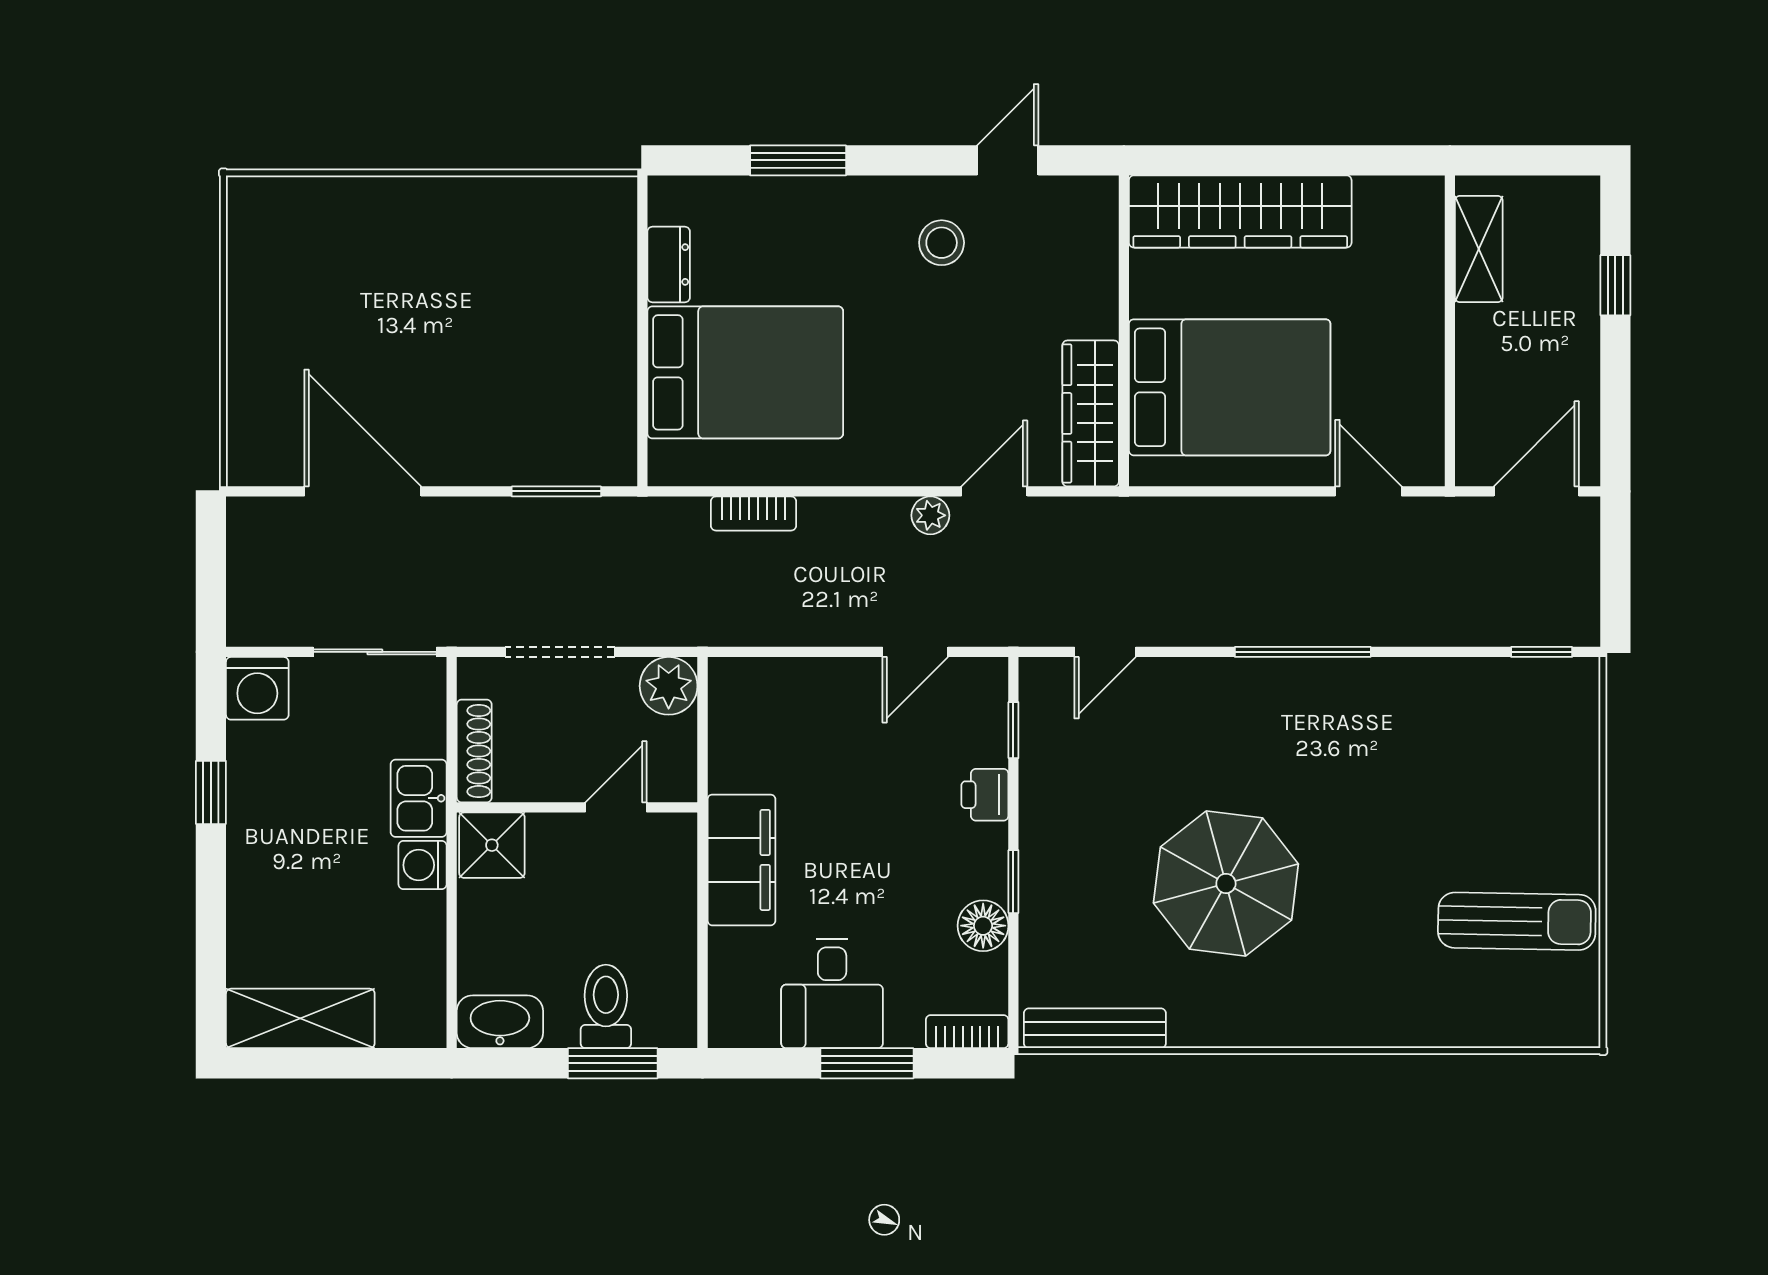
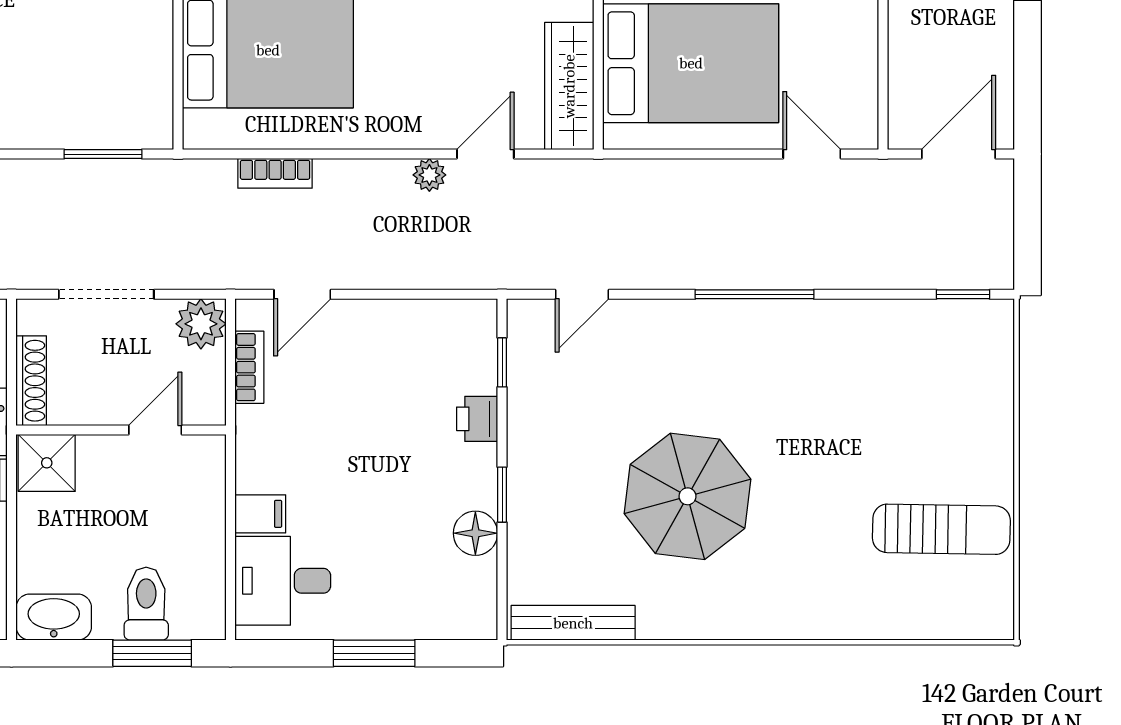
door: (915, 652) -> (302, 294), moved
filing cabinet: (741, 860) -> (260, 514), width x0.33, depth x0.86
desk: (832, 993) -> (283, 581), moved, turned 90
bookcase: (967, 1032) -> (249, 367), moved, turned 90

